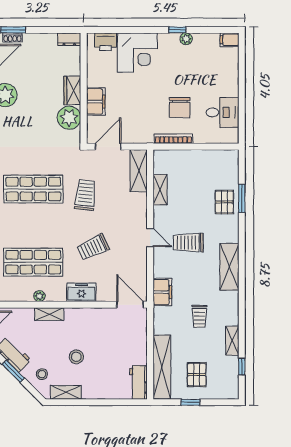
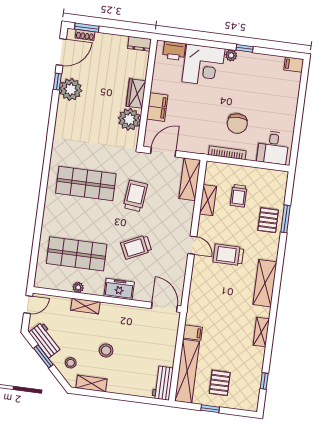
plant: (186, 39) -> (231, 55), moved
desk: (223, 112) -> (273, 148), moved, turned 90
filing cabinet: (162, 292) -> (193, 333), moved, width x0.50
trolley: (199, 316) -> (239, 196), moved
shelving: (232, 341) -> (261, 332), moved

